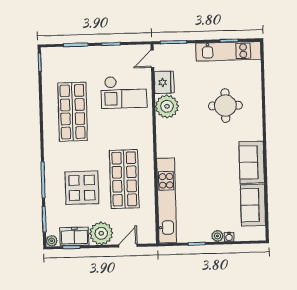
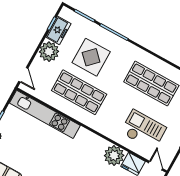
checkout: (124, 92) -> (143, 130), turned 90
plant: (52, 241) -> (65, 12), removed
door: (128, 246) -> (23, 75), moved

